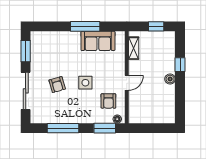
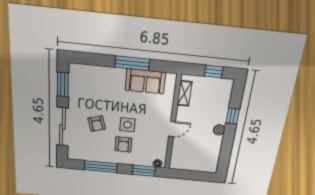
armchair: (108, 101) -> (123, 145), moved

